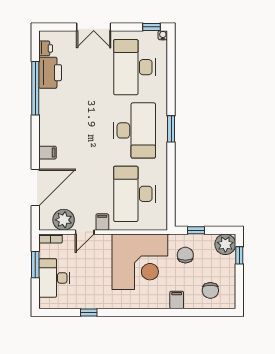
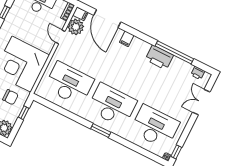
double door: (94, 27) -> (201, 102), moved
printer: (50, 73) -> (159, 57), moved
desk: (135, 130) -> (112, 105), turned 180
filing cabinet: (102, 222) -> (80, 14), moved

